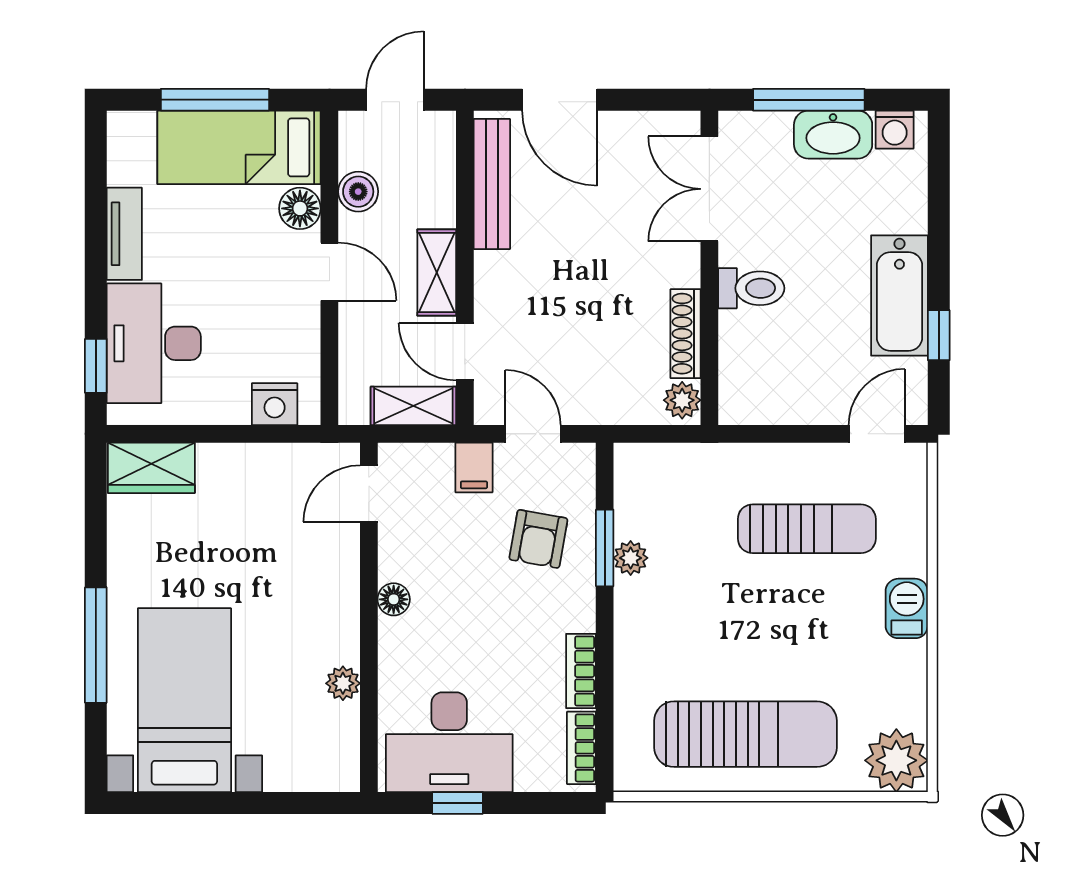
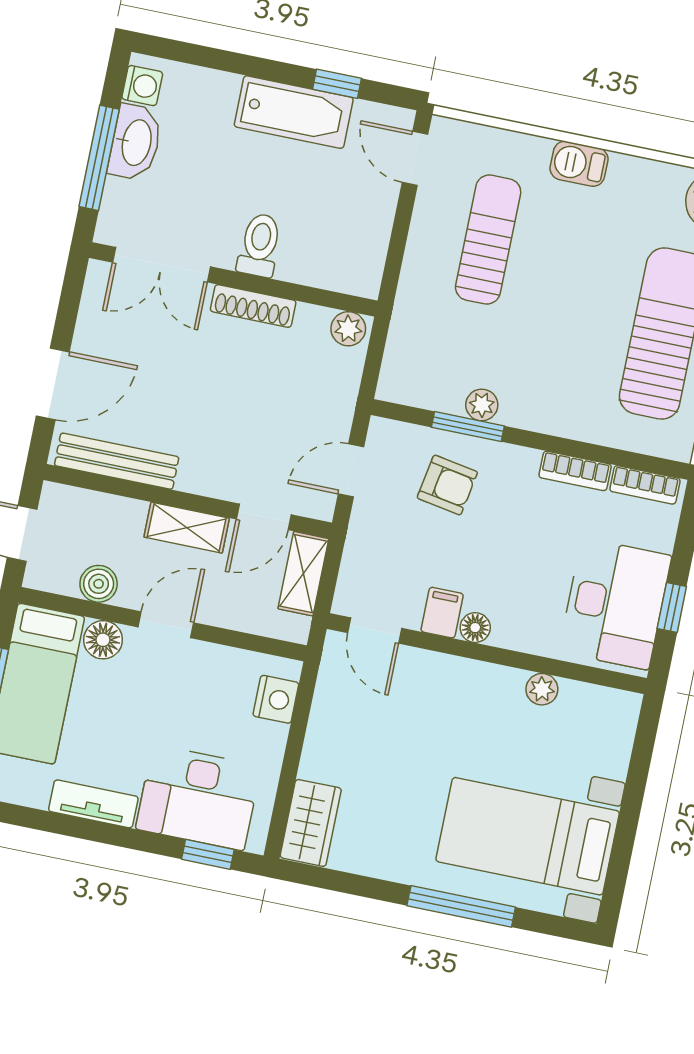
shoe rack: (686, 334) -> (253, 306), moved
filing cabinet: (474, 467) -> (442, 613), moved, turned -90

